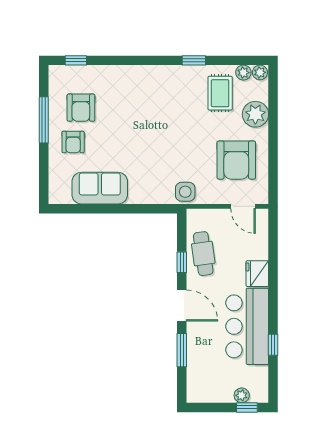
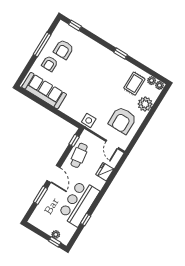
window: (194, 60) -> (121, 54), moved
sofa: (100, 188) -> (44, 91), width x1.36
window: (182, 262) -> (74, 140), moved
fridge: (257, 274) -> (105, 172), moved

